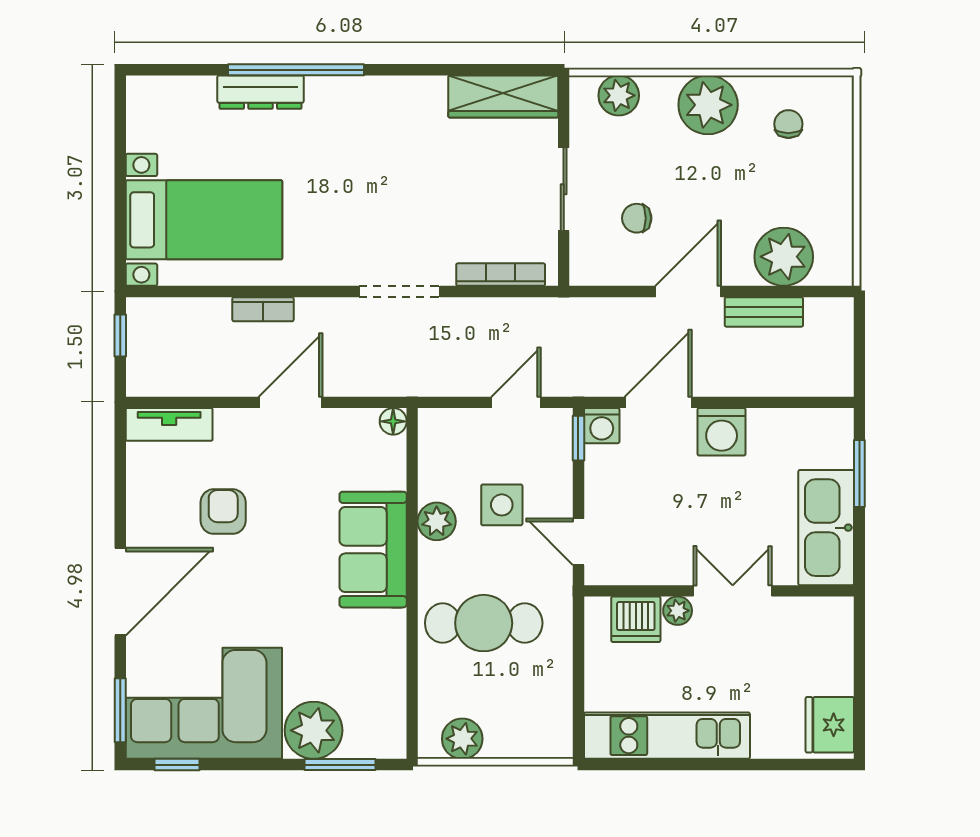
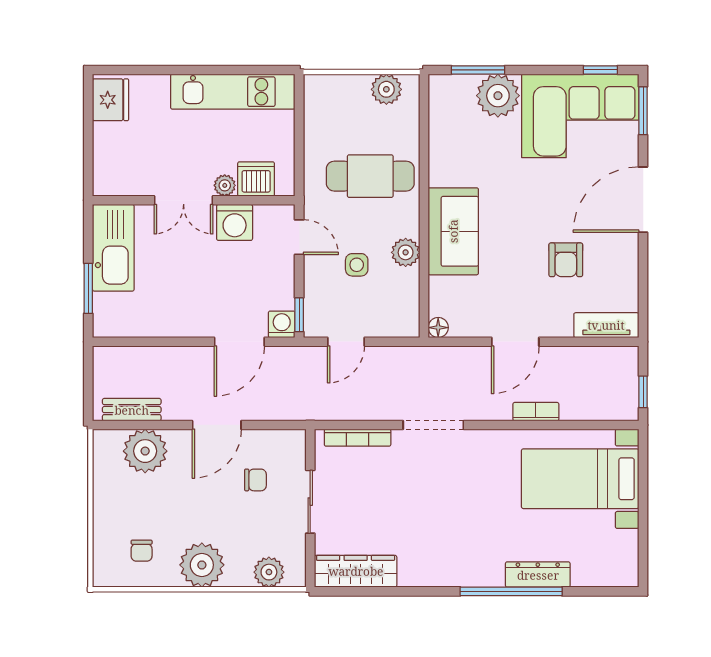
bench: (764, 312) -> (132, 410), moved
washing machine: (722, 432) -> (235, 222), moved, turned 180
side table: (502, 505) -> (357, 265), width x0.73, depth x0.73

